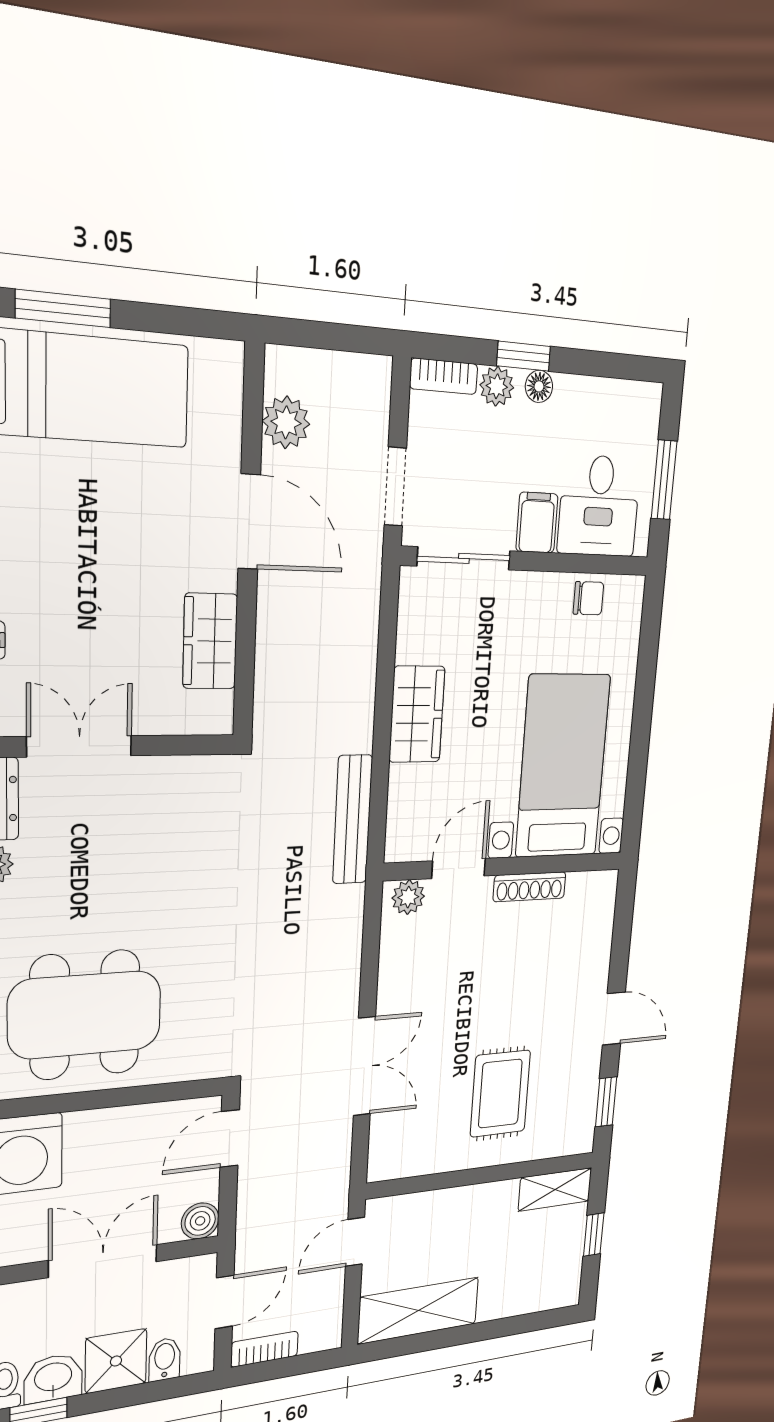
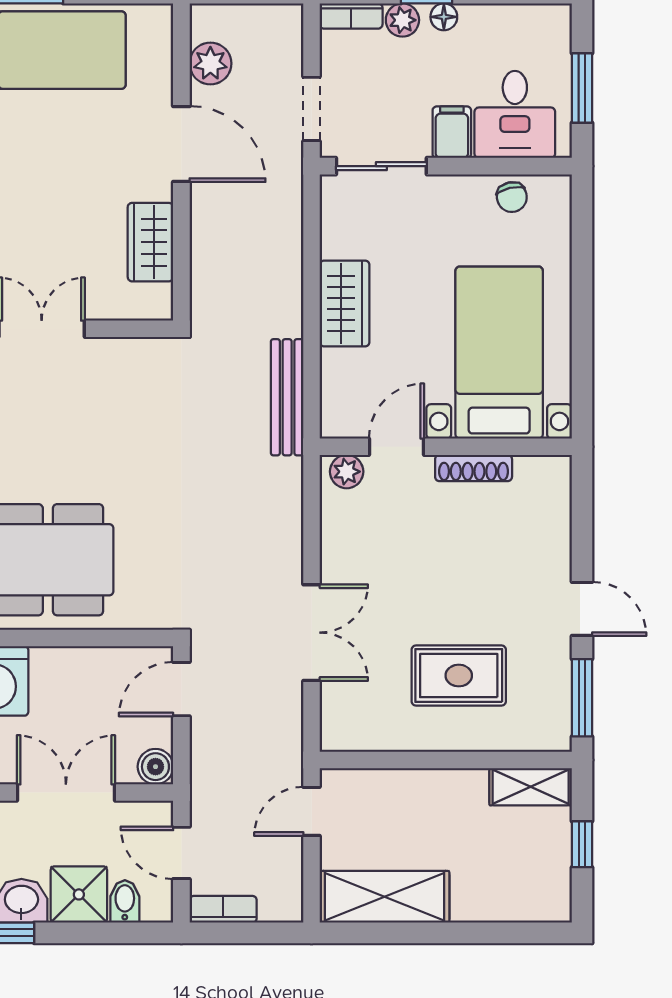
chair: (588, 598) -> (512, 197), turned 77
rug: (500, 1094) -> (459, 676), turned 90
window: (606, 1102) -> (582, 698), width x1.50
door: (224, 1302) -> (181, 853), swing flipped

